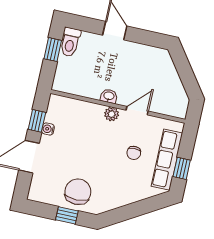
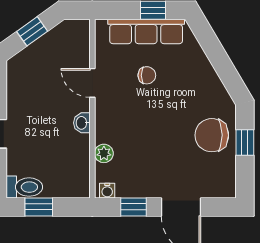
window: (186, 74) -> (32, 31), added
plant: (112, 114) -> (104, 153), moved
water cooler: (48, 129) -> (107, 191), moved

